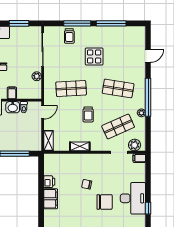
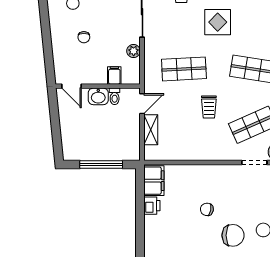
filing cabinet: (12, 93) -> (114, 75), moved
shelving: (48, 141) -> (151, 130), moved
shelving: (80, 146) -> (197, 154), removed
filing cabinet: (51, 199) -> (154, 181), moved

